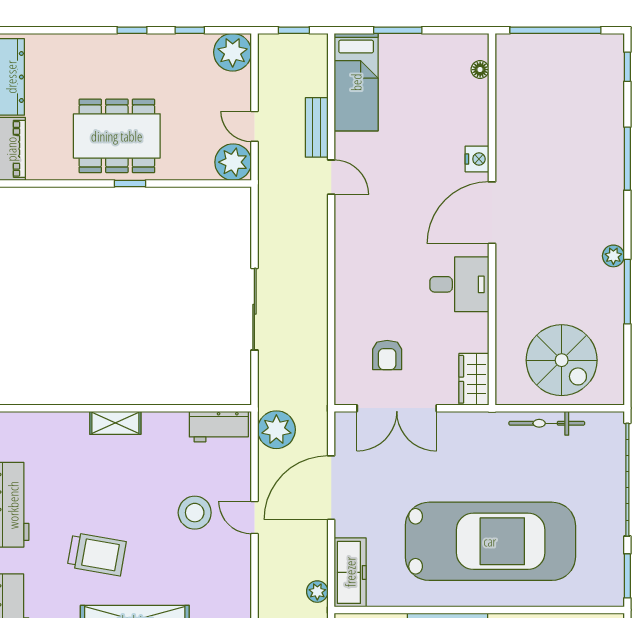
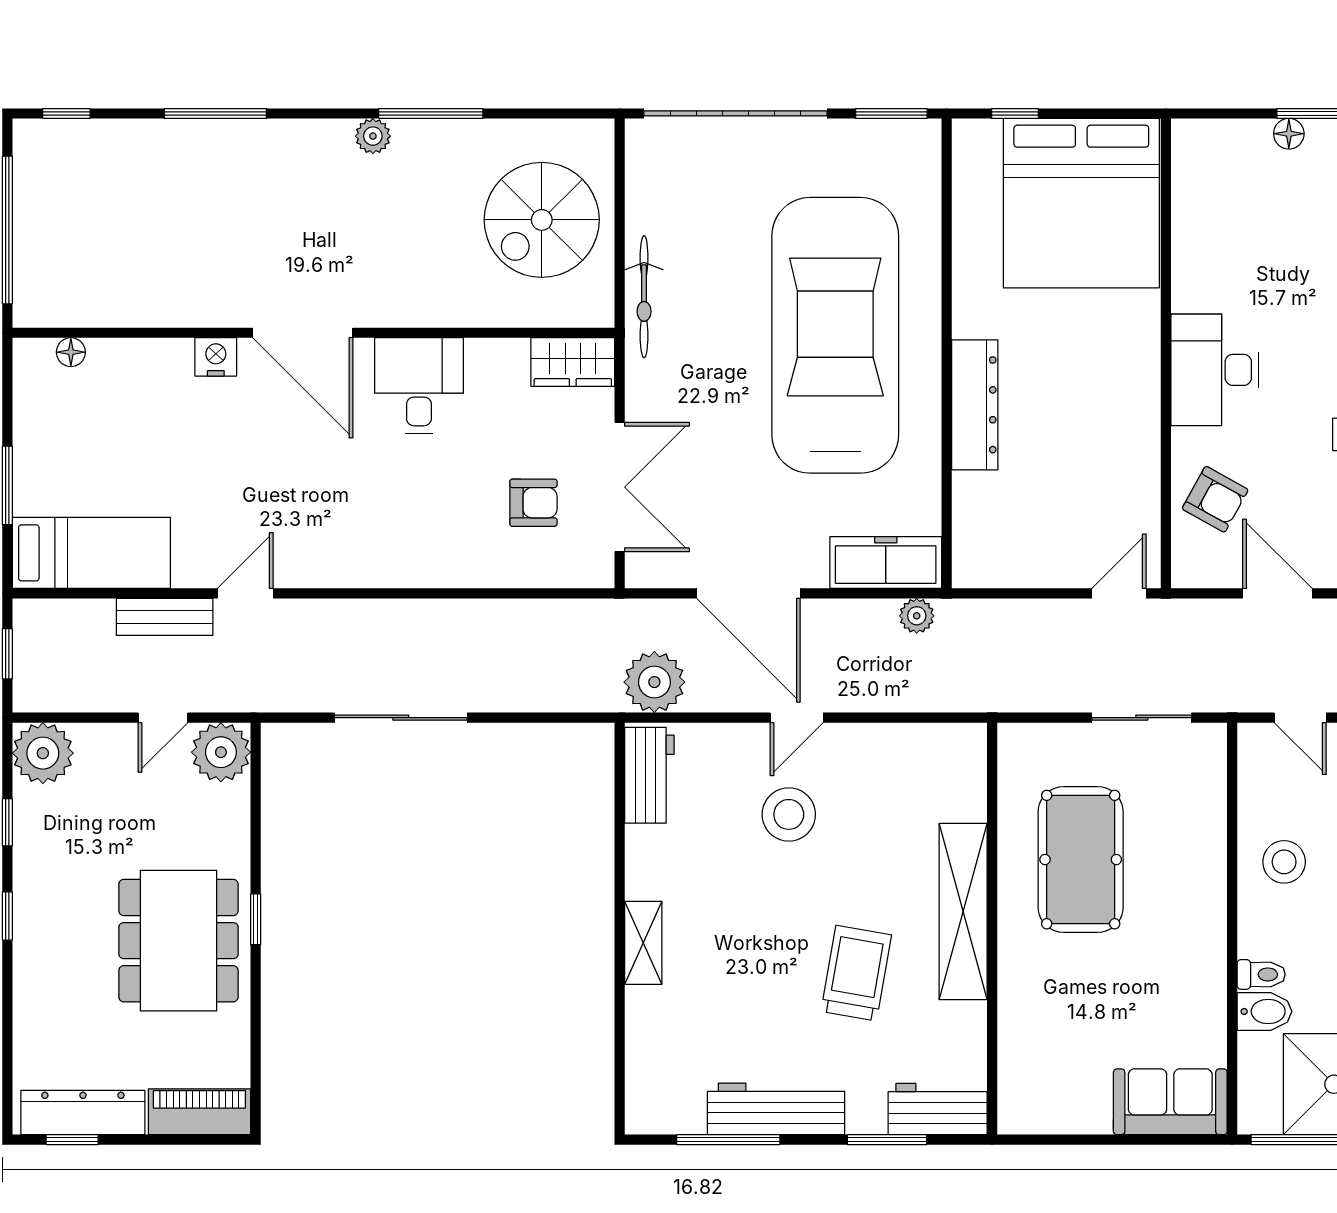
sliding door: (254, 309) -> (401, 718), moved
spiral stairs: (562, 360) -> (542, 220), turned 180
bicycle: (547, 423) -> (644, 297), moved

